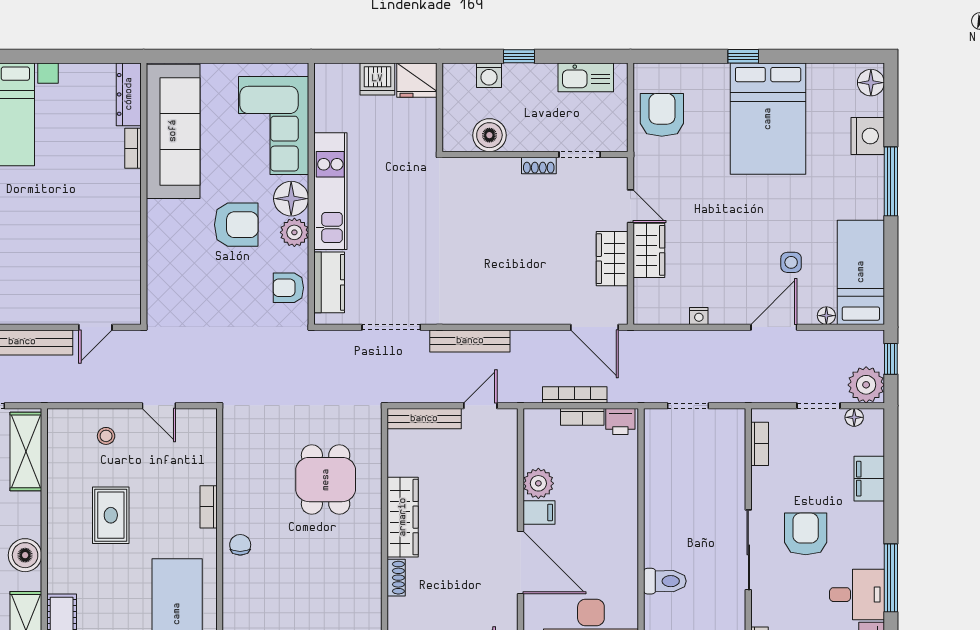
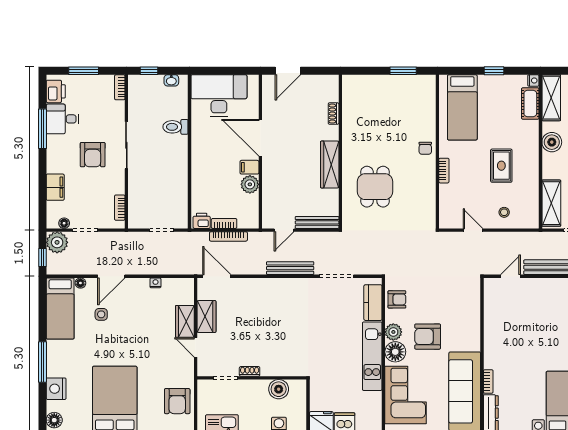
shoe rack: (396, 578) -> (334, 114), moved

